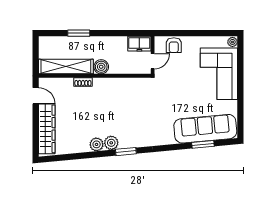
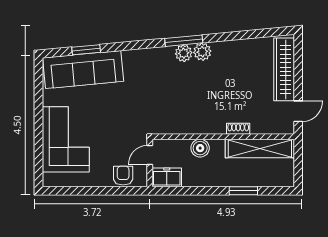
plant: (232, 42) -> (49, 180), removed
boiler: (101, 67) -> (200, 148), moved
door: (36, 96) -> (298, 111), swing flipped
plant: (97, 144) -> (184, 53), moved
window: (126, 152) -> (184, 41), width x1.44

